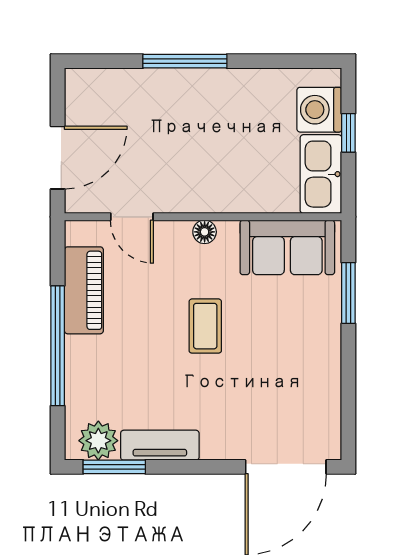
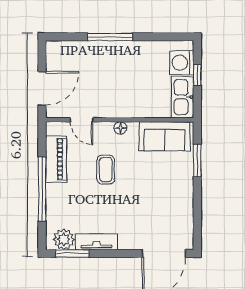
coffee table: (205, 326) -> (106, 170), moved

